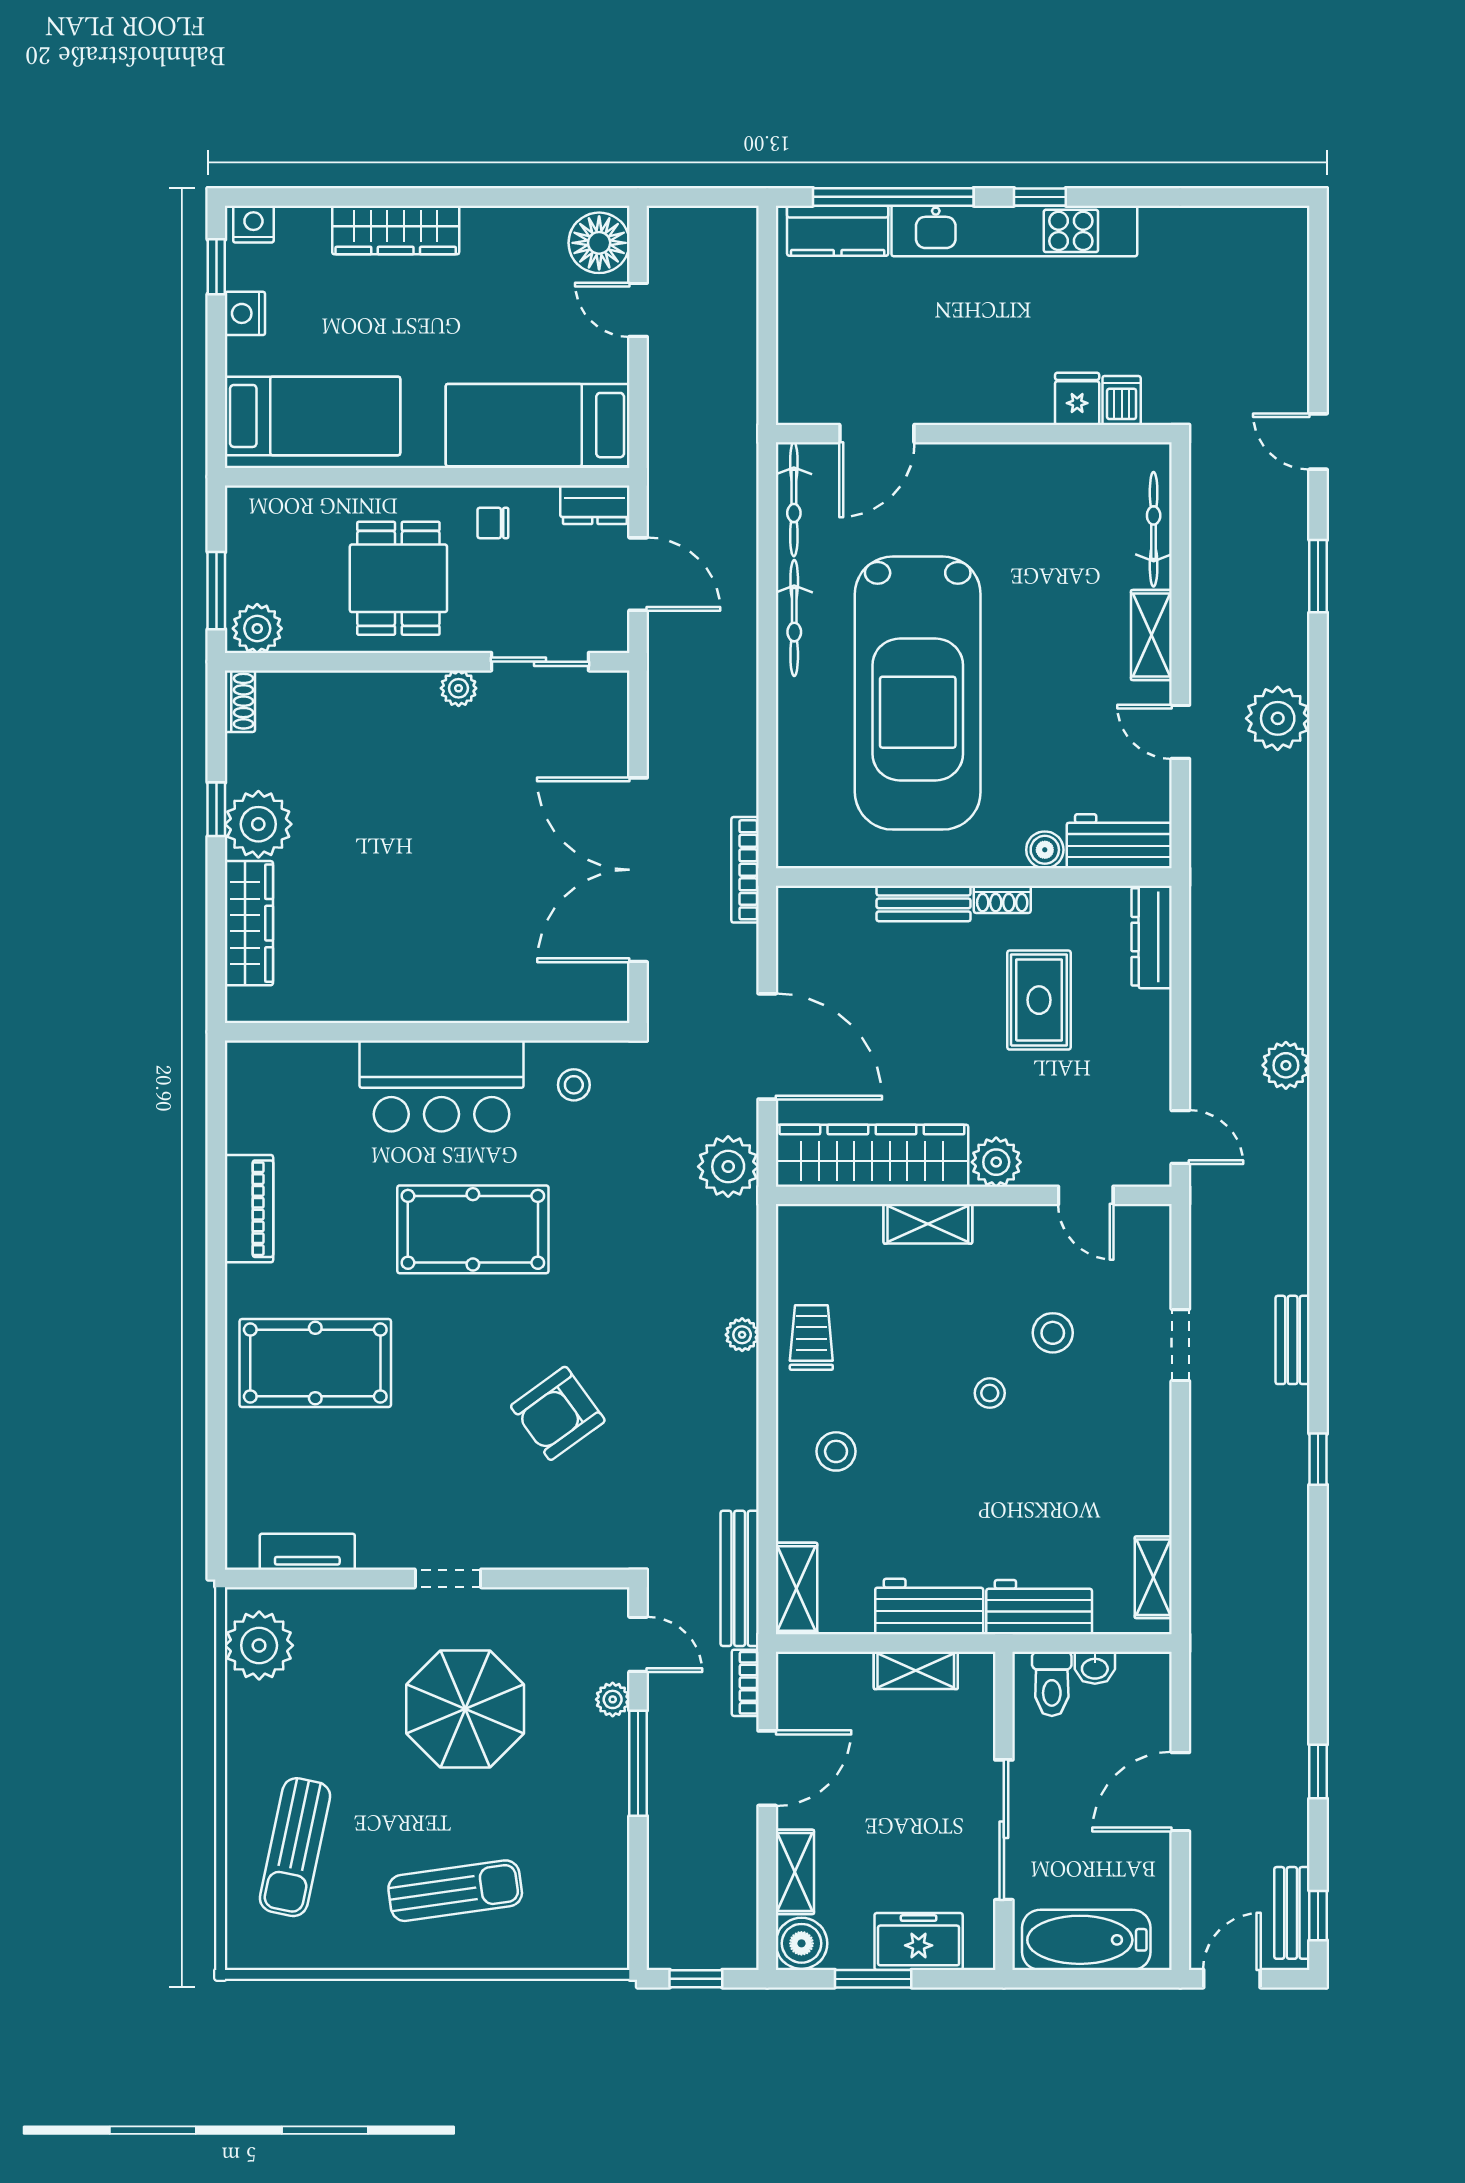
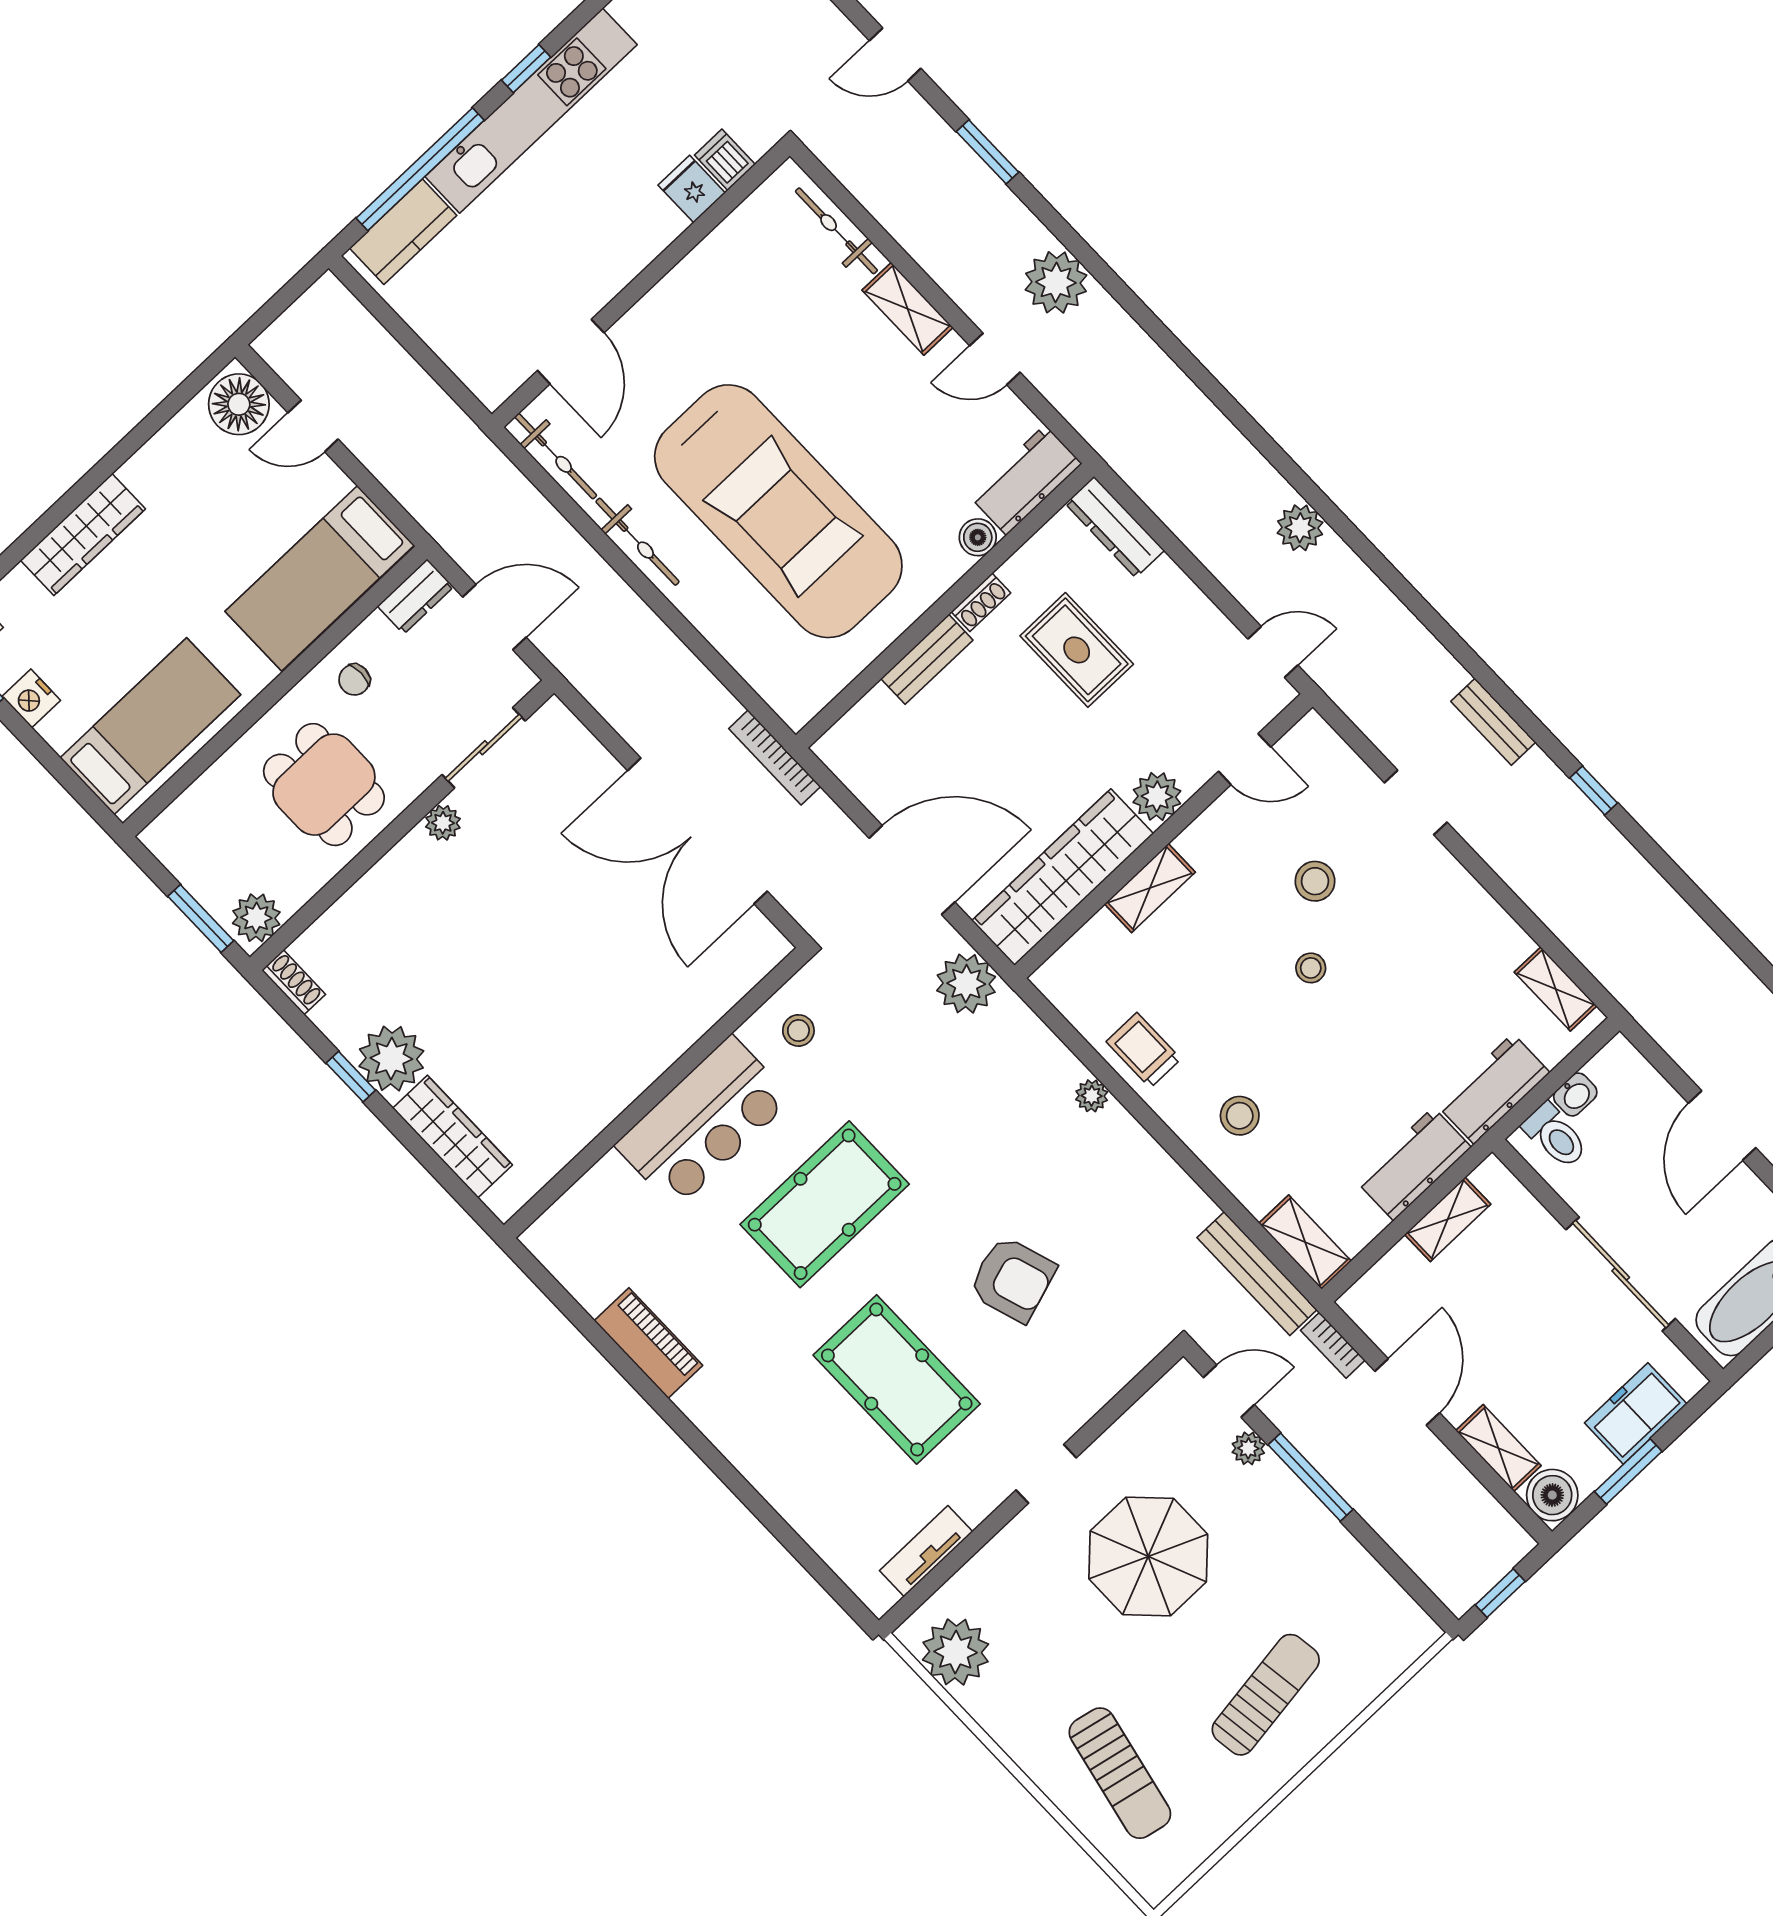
pool table: (315, 1363) -> (897, 1379), moved, turned 90
armchair: (558, 1413) -> (1012, 1279), turned -72

